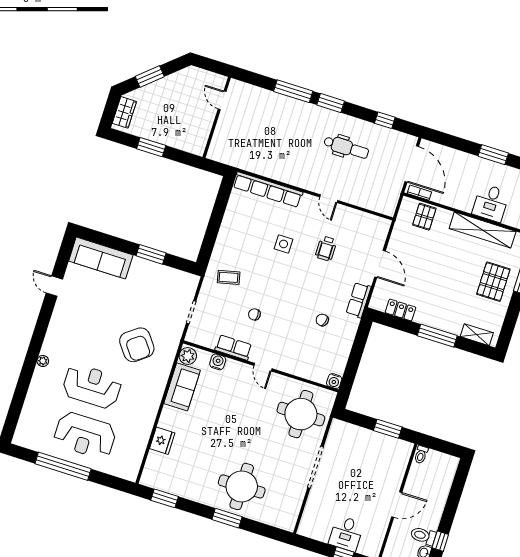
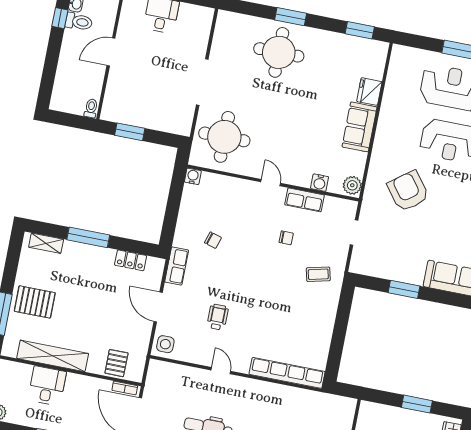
side table: (284, 244) -> (165, 344), moved
pallet: (493, 282) -> (35, 302), turned 90
sofa: (182, 387) -> (359, 127), moved

